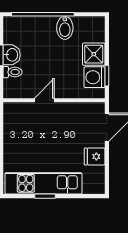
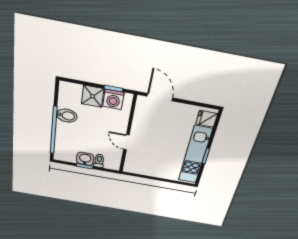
fridge: (95, 157) -> (207, 119), moved, turned 90

